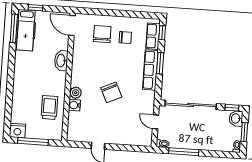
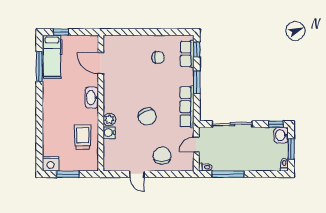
door: (72, 25) -> (101, 63), moved
window: (14, 28) -> (39, 67), moved
chair: (102, 34) -> (162, 156), moved
washbasin: (61, 61) -> (92, 98), moved
row of seats: (150, 70) -> (187, 107), moved
sliding door: (191, 105) -> (232, 124), width x0.73
door: (156, 122) -> (196, 145), hinge flipped
window: (33, 141) -> (68, 174), width x0.69

